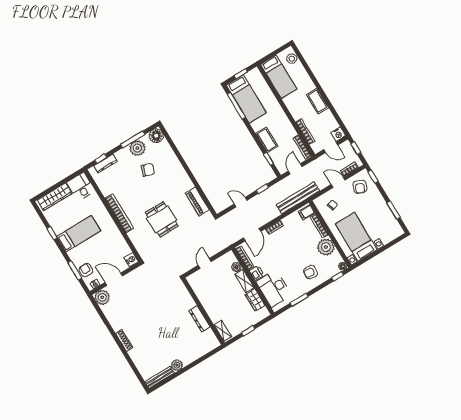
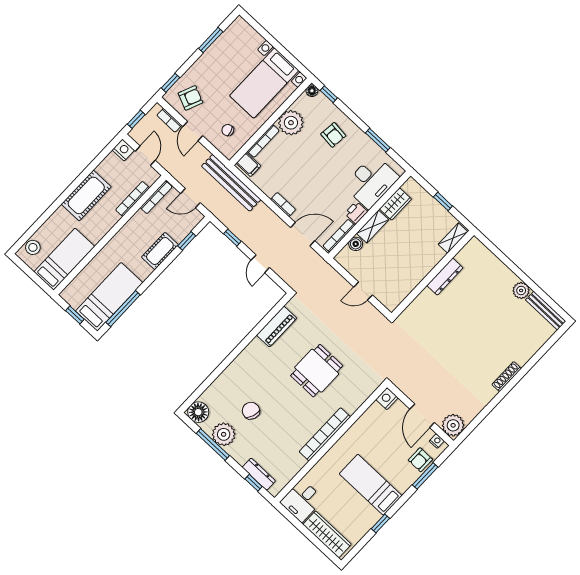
cot: (317, 101) -> (86, 195), width x1.37, depth x1.34

